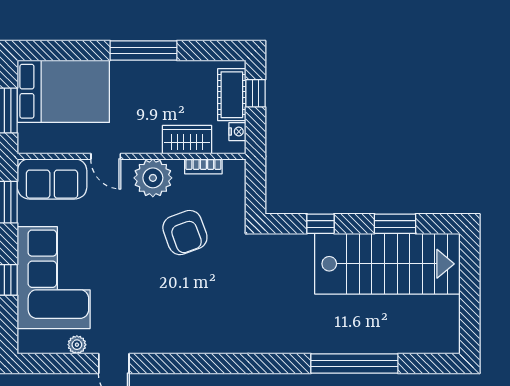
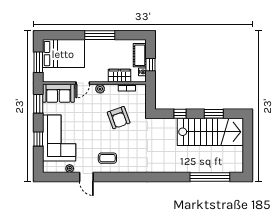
window: (256, 93) -> (151, 65), moved
door: (106, 156) -> (83, 83), hinge flipped
plant: (153, 178) -> (100, 89), width x0.53, depth x0.53
coffee table: (160, 322) -> (107, 158), added
window: (354, 363) -> (210, 177), moved

